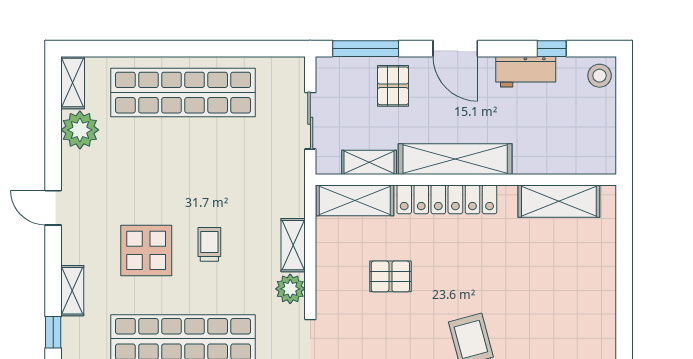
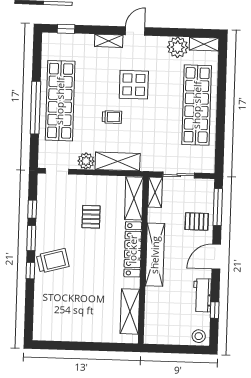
shelving: (369, 162) -> (155, 192), moved
shelving: (293, 245) -> (118, 161), width x1.50, depth x1.33
display table: (146, 250) -> (134, 85), moved
shelving: (72, 291) -> (109, 41), moved

